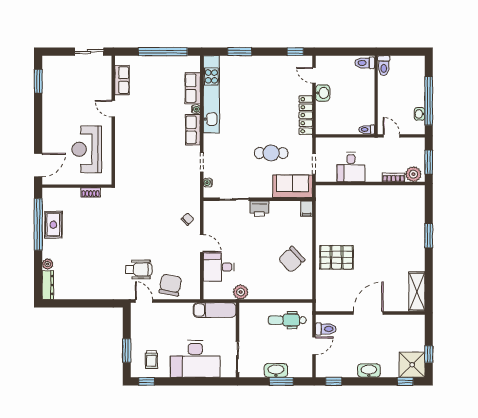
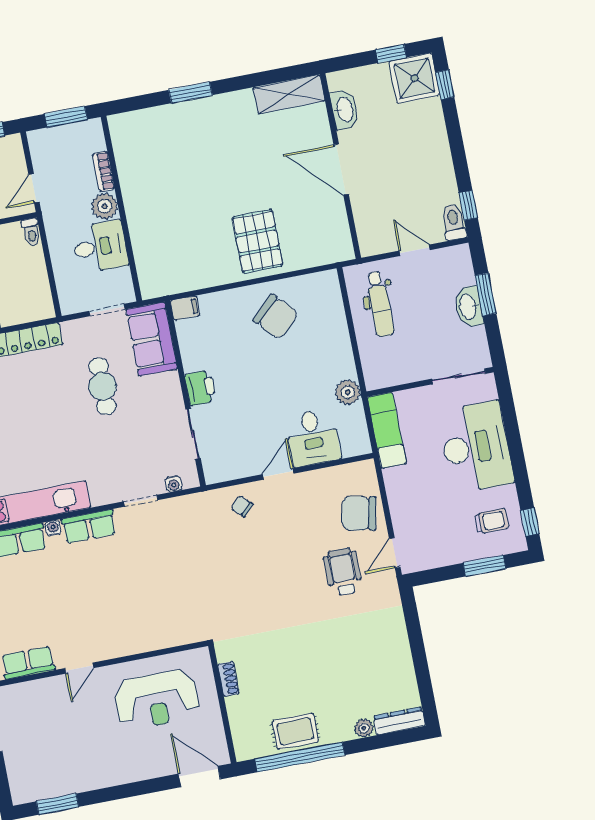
plant: (413, 174) -> (105, 206), moved
toilet: (326, 329) -> (454, 222), moved
washbasin: (369, 371) -> (344, 109), moved, turned 180

